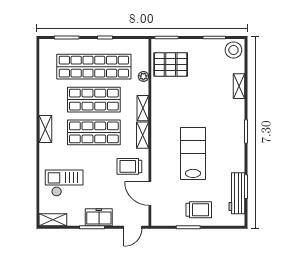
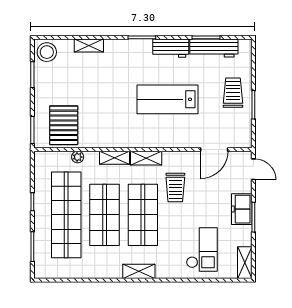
workbench: (237, 156) -> (171, 48), added
trolley: (129, 166) -> (175, 188), moved
checkout: (64, 183) -> (202, 250), turned 180

